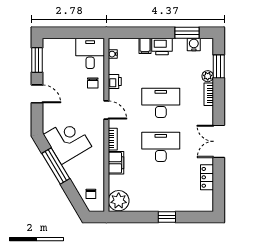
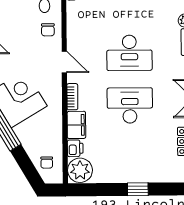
printer: (115, 82) -> (75, 148), moved
desk: (161, 103) -> (129, 53), turned 180

